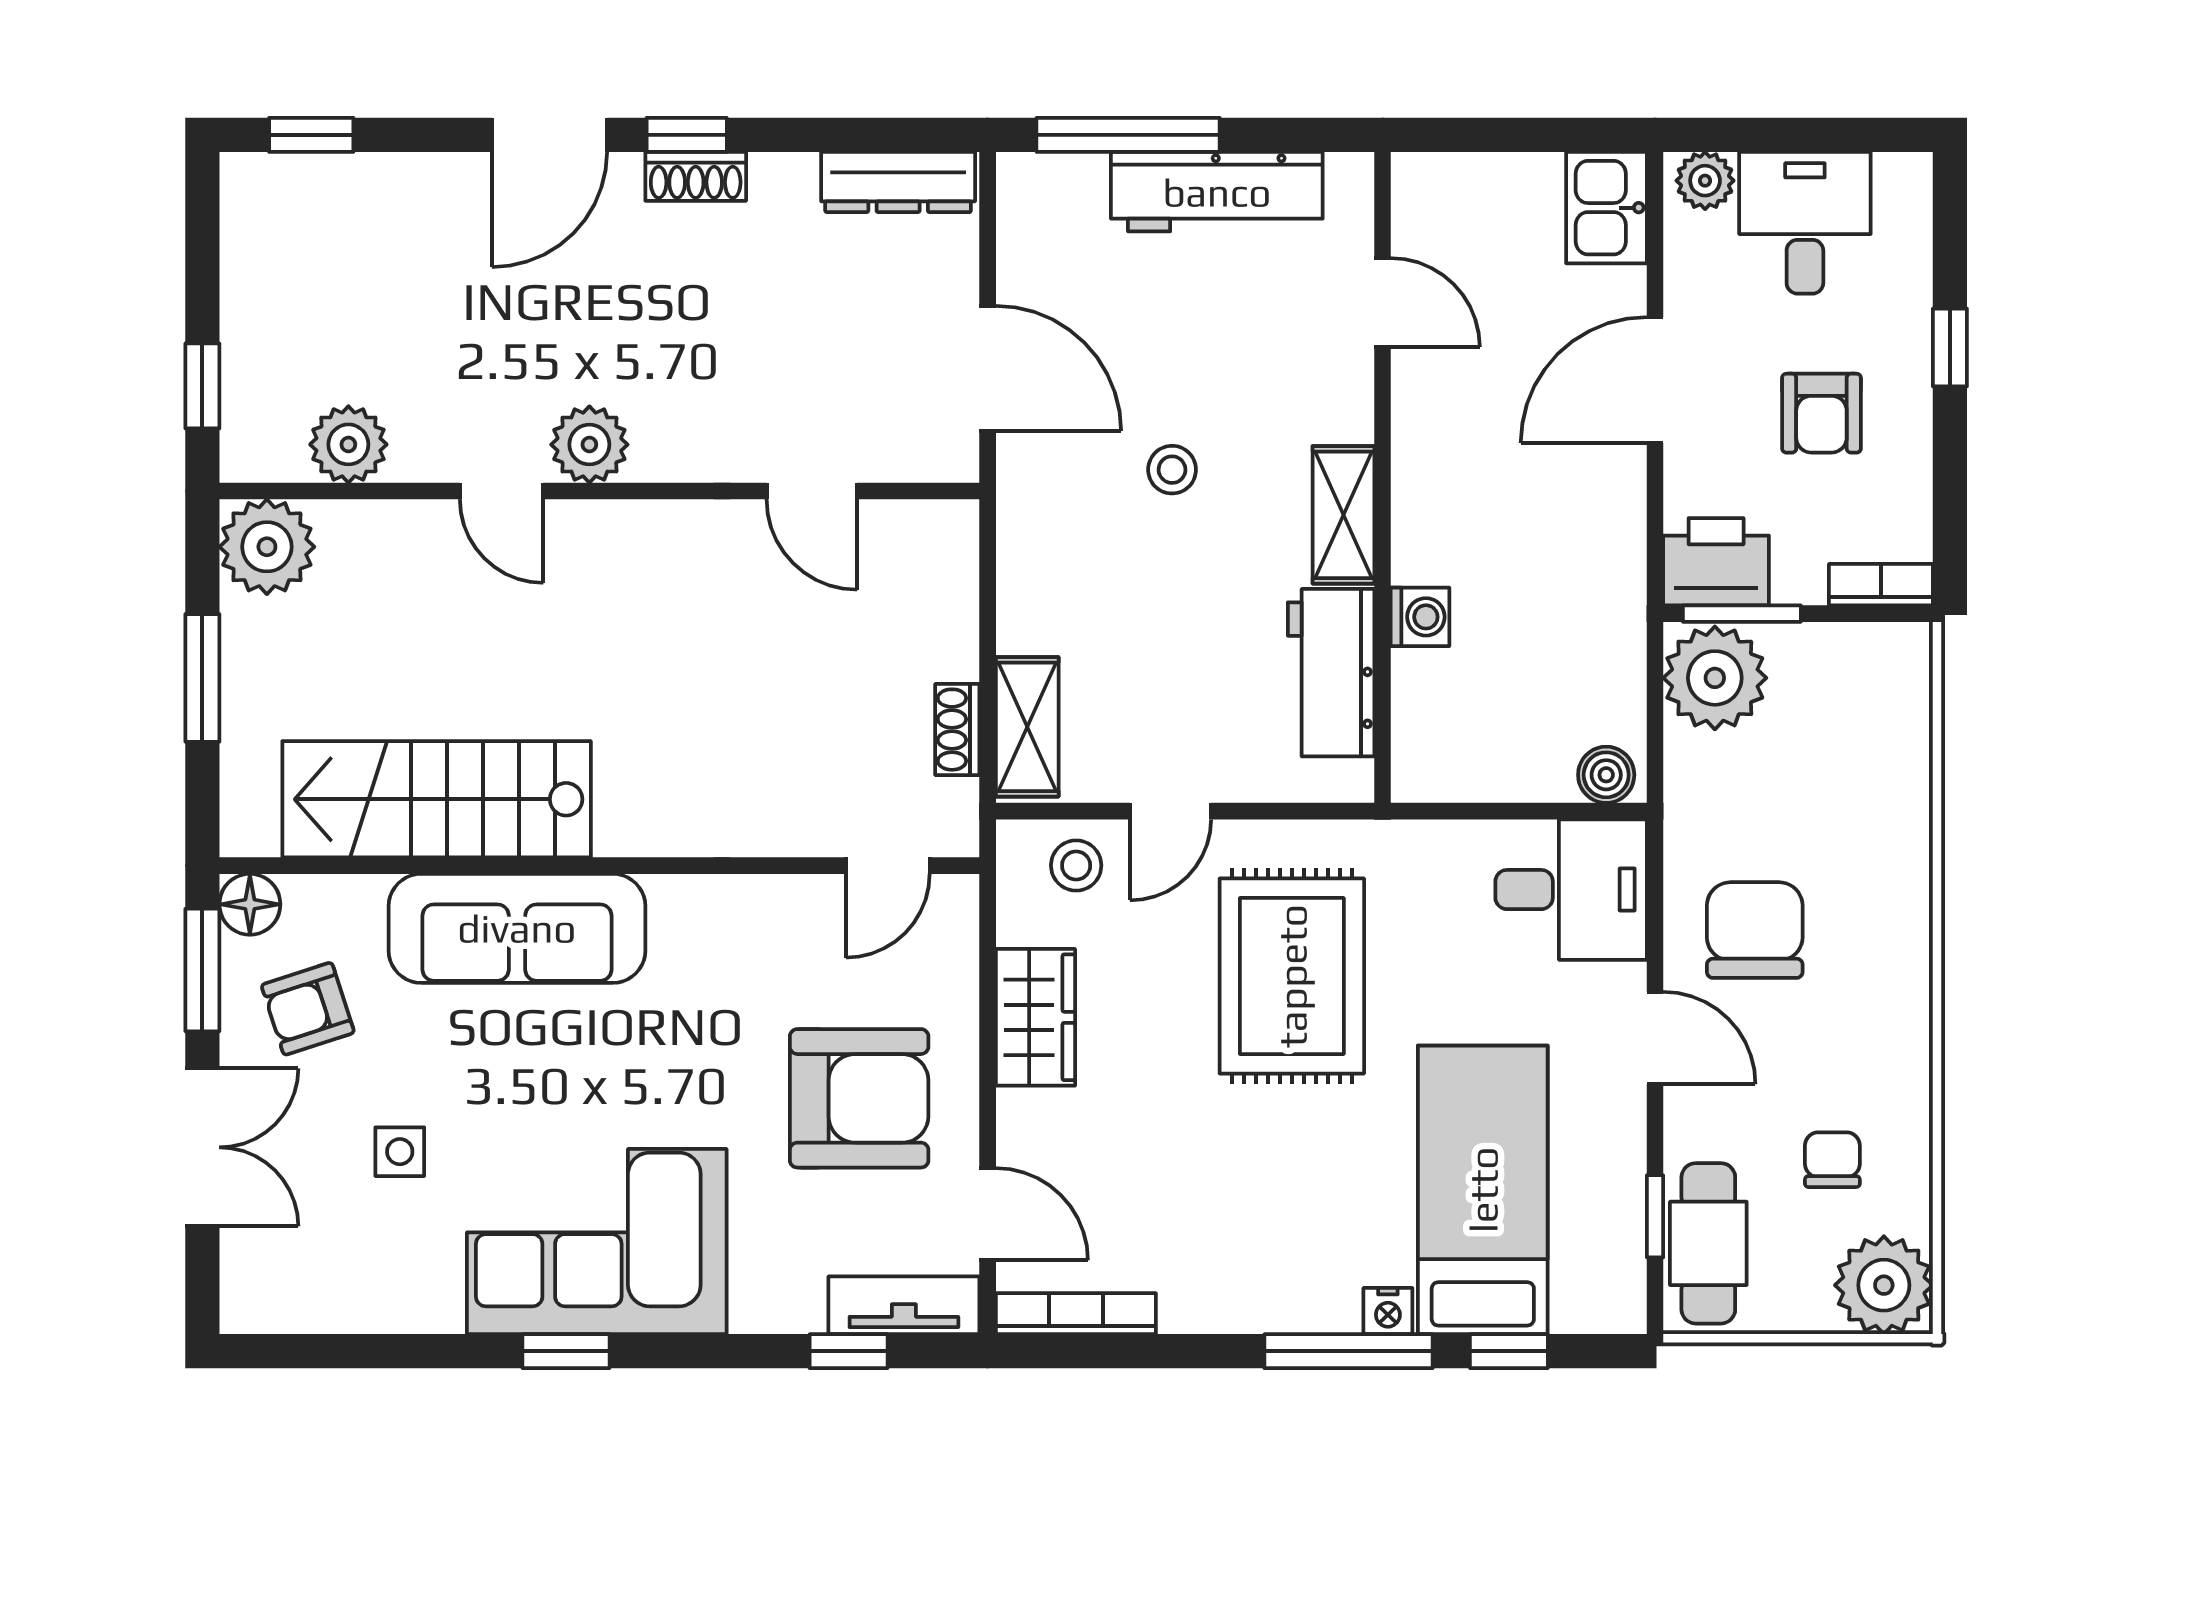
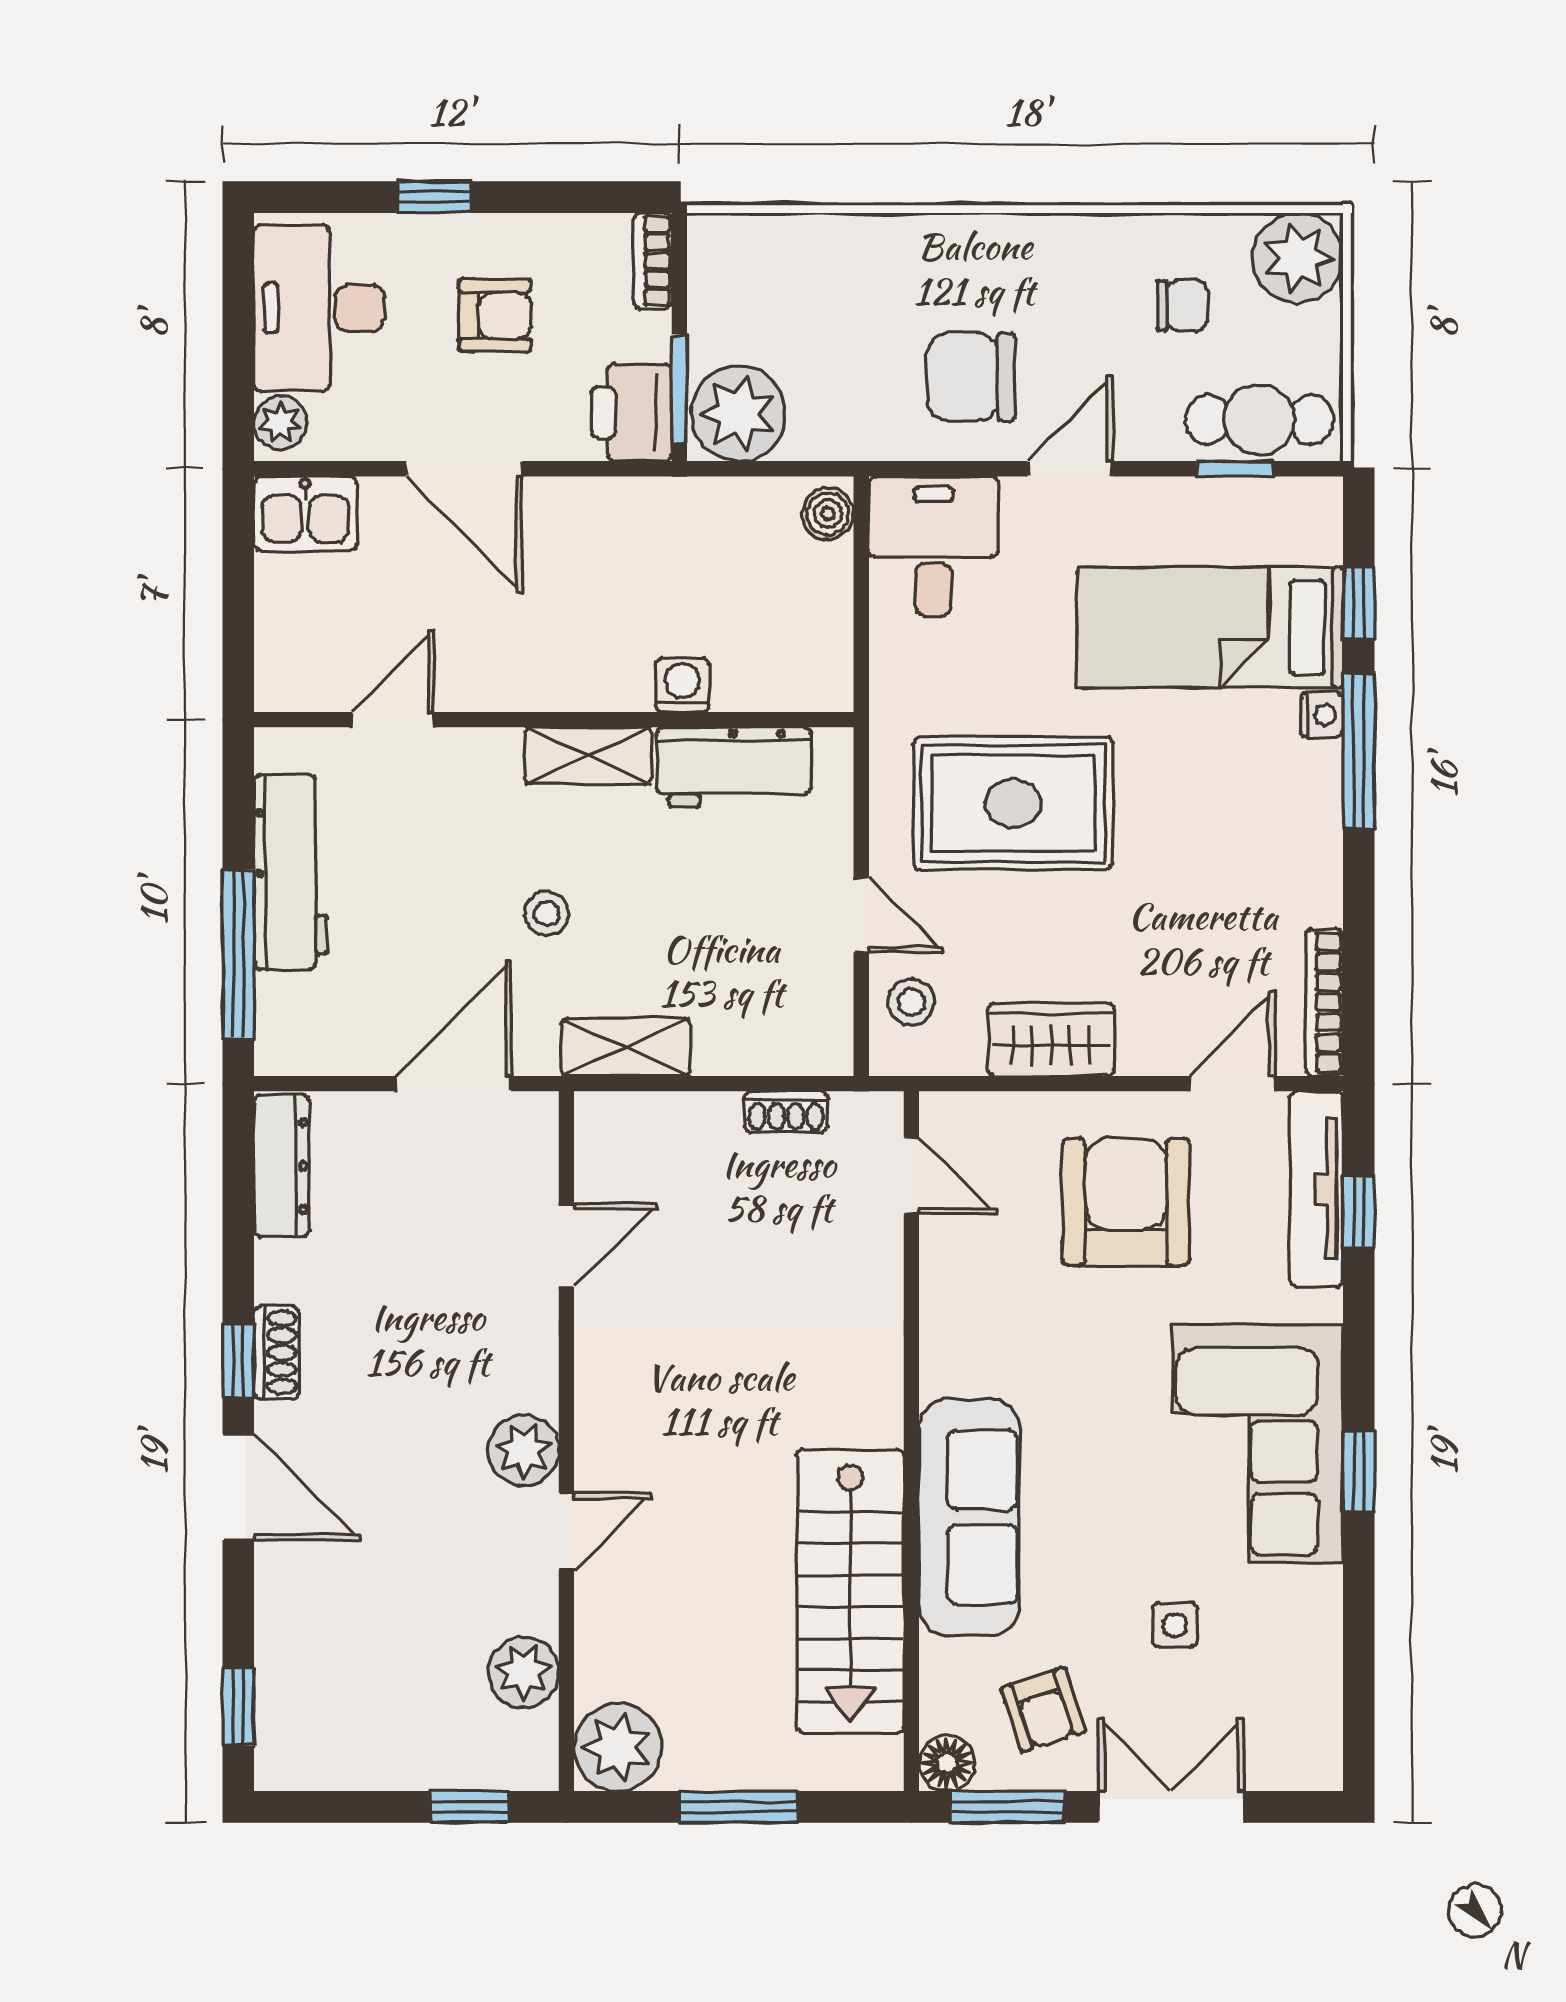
desk: (1805, 223) -> (319, 308), width x1.37
shelving: (1027, 727) -> (626, 1047), moved
chair: (1832, 1160) -> (1182, 305), turned 180
tv unit: (904, 1305) -> (1316, 1189), width x1.41

